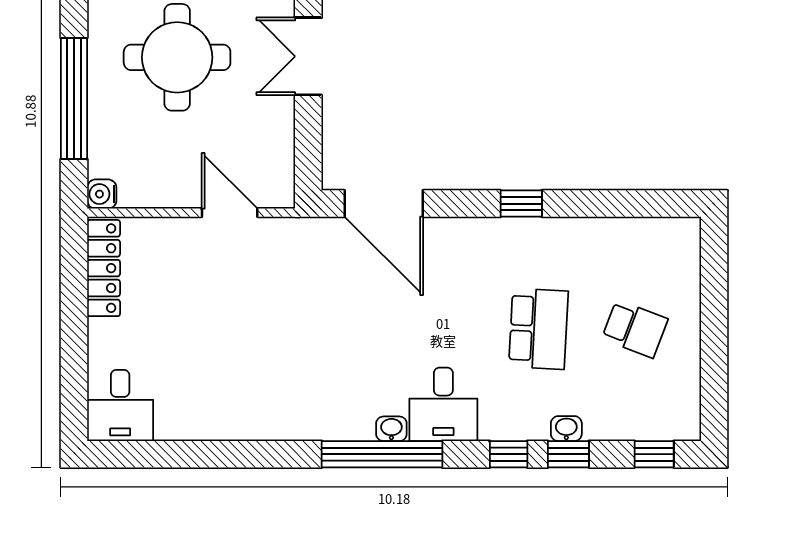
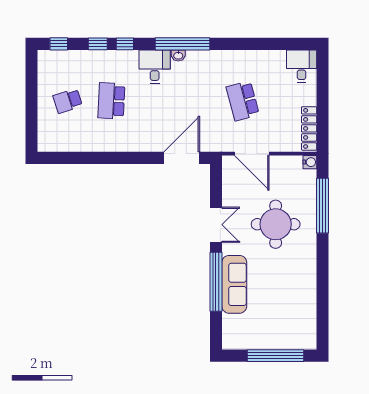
door: (384, 204) -> (182, 158), hinge flipped
window: (521, 204) -> (119, 158), removed
door: (230, 213) -> (252, 154), width x1.36
school desk: (250, 329) -> (243, 101), added
school desk: (635, 329) -> (68, 101), turned -39
washbasin: (566, 429) -> (99, 56), removed

